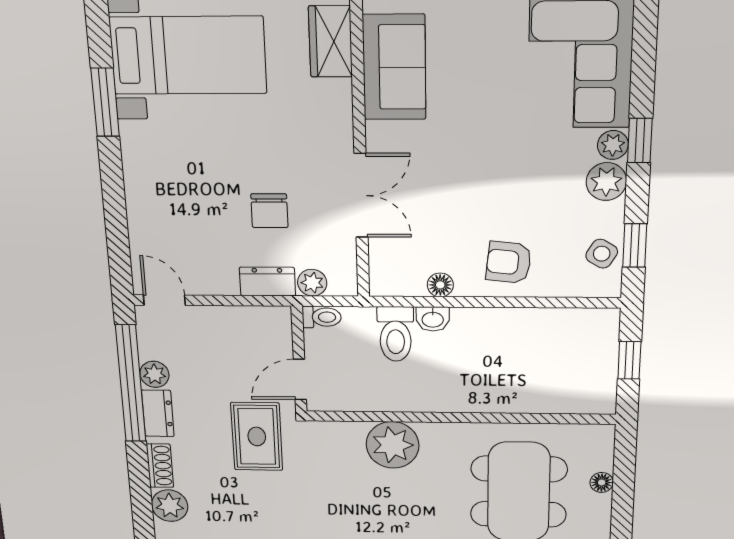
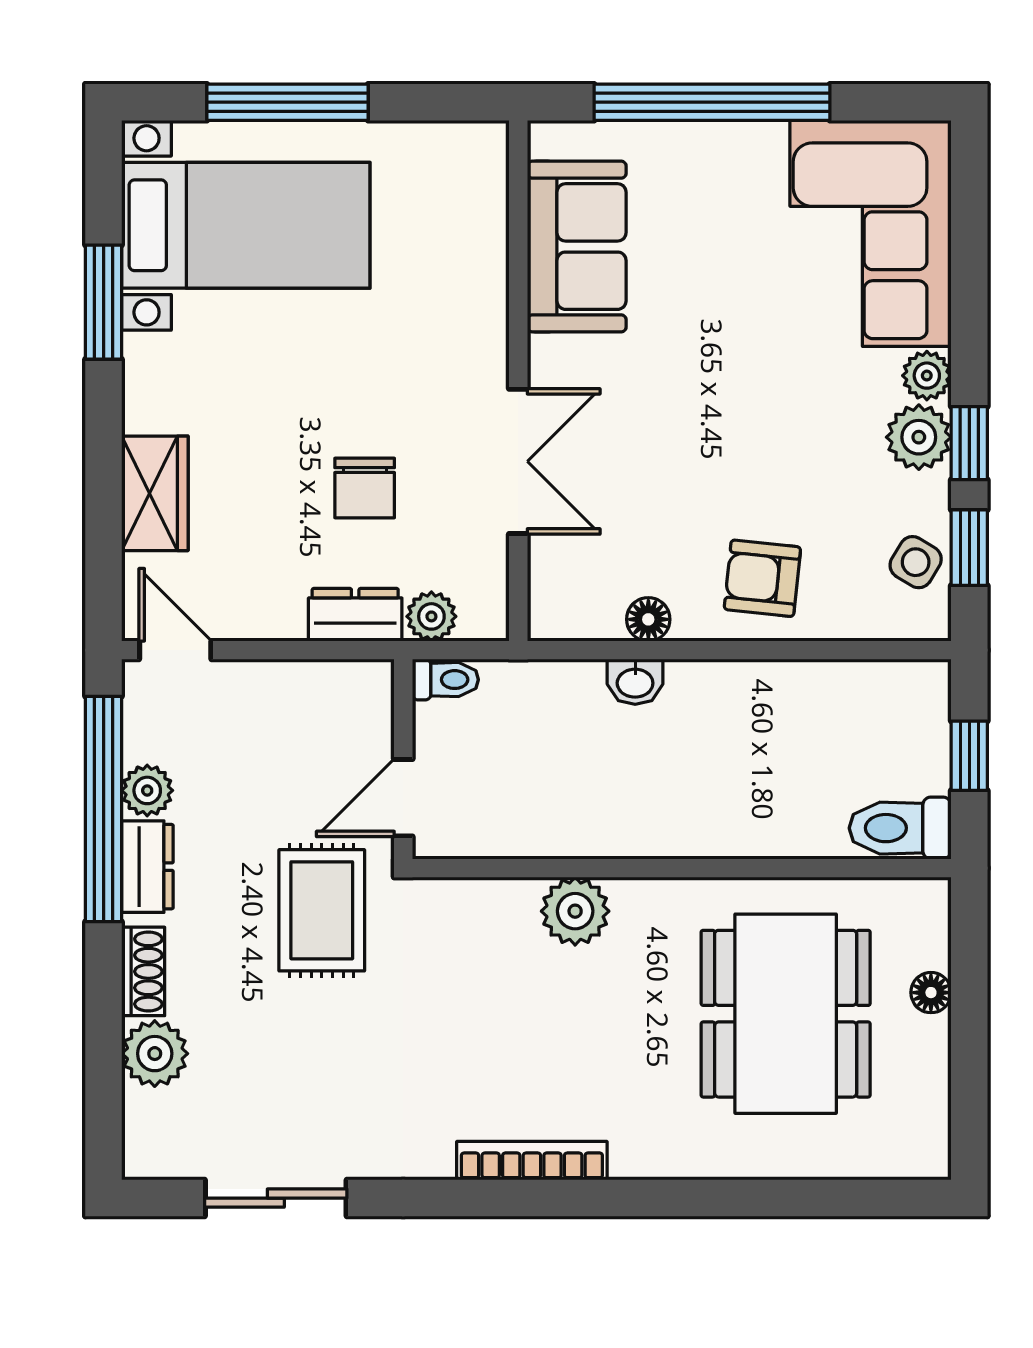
wardrobe: (331, 41) -> (155, 493), moved, turned 180
window: (640, 141) -> (969, 443), moved
toilet: (396, 334) -> (900, 828), moved, turned 90
plant: (393, 445) -> (575, 911), width x0.73, depth x0.73

